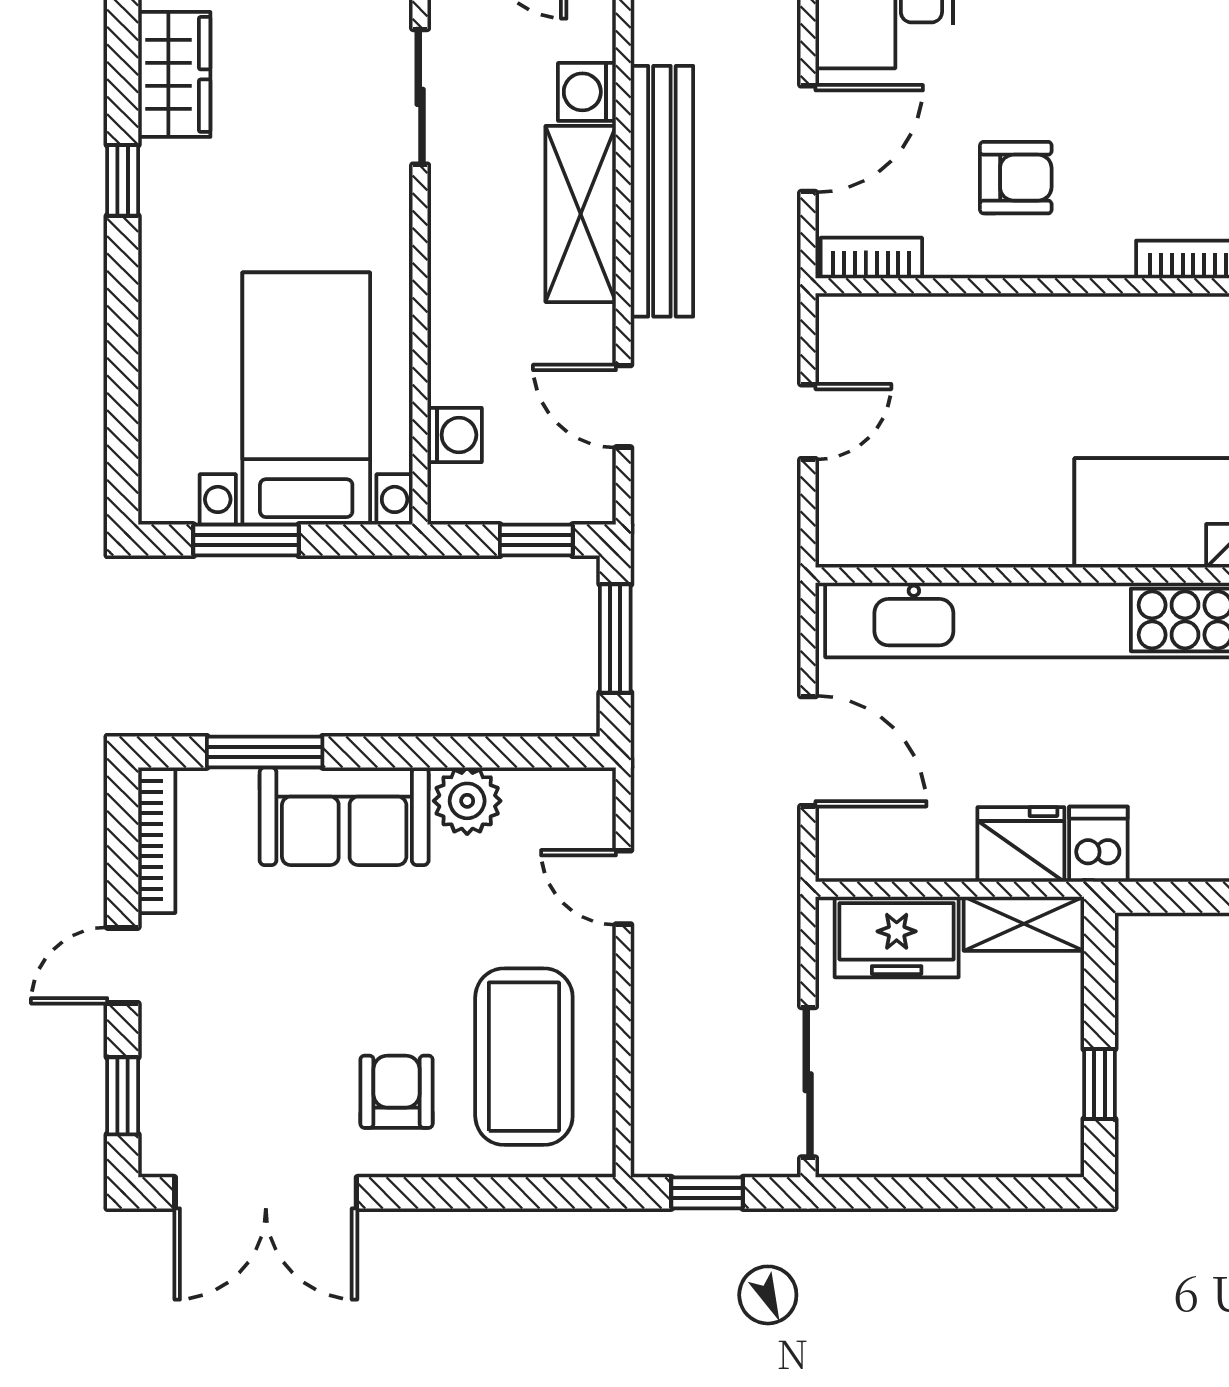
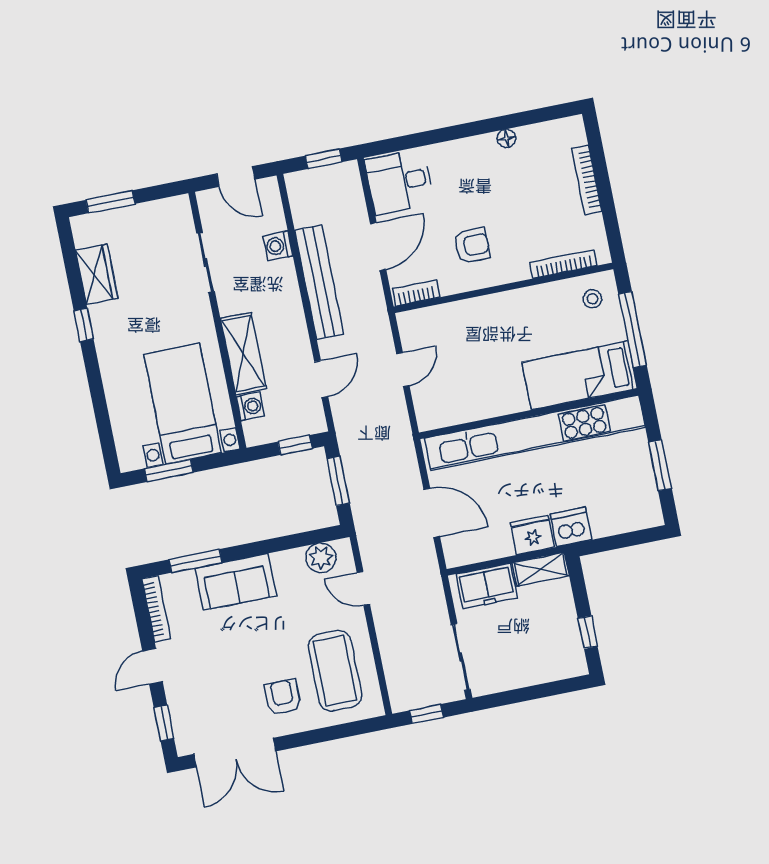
shelving: (581, 214) -> (243, 354), moved
door: (623, 406) -> (321, 379), swing flipped
plant: (467, 801) -> (321, 558), moved
dishwasher: (1098, 844) -> (571, 527), width x1.38

